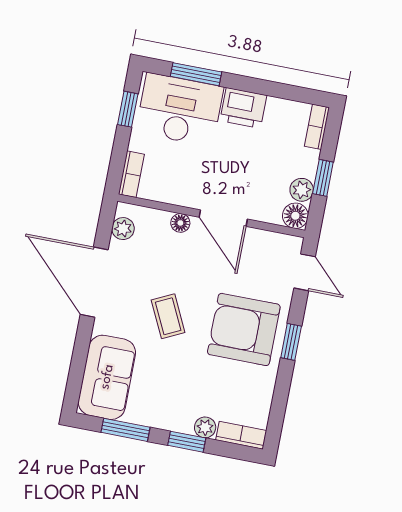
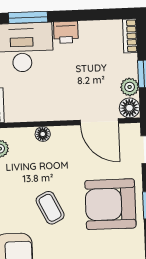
printer: (243, 108) -> (66, 32), width x0.73, depth x0.81
door: (223, 218) -> (99, 122), moved

